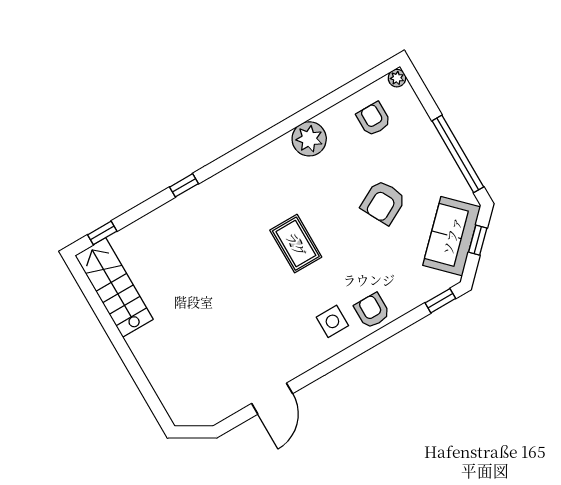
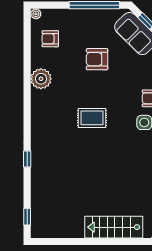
armchair: (383, 202) -> (97, 59), turned 118
stairs: (114, 287) -> (114, 227), moved

